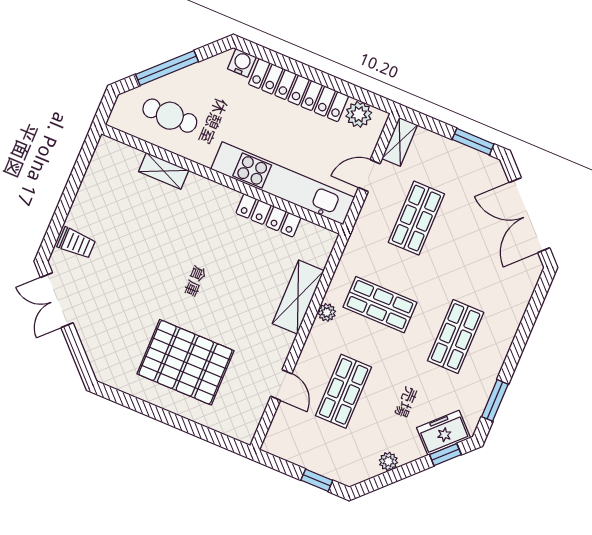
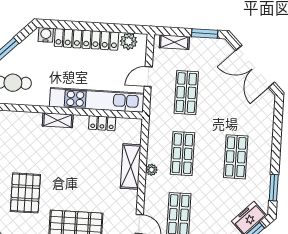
shelving: (400, 142) -> (174, 42), moved, turned 90
shelving: (164, 171) -> (58, 120), moved
locker: (268, 215) -> (102, 123), width x0.66
pallet: (132, 282) -> (25, 193), added
shop shelf: (380, 305) -> (183, 154), turned 90

